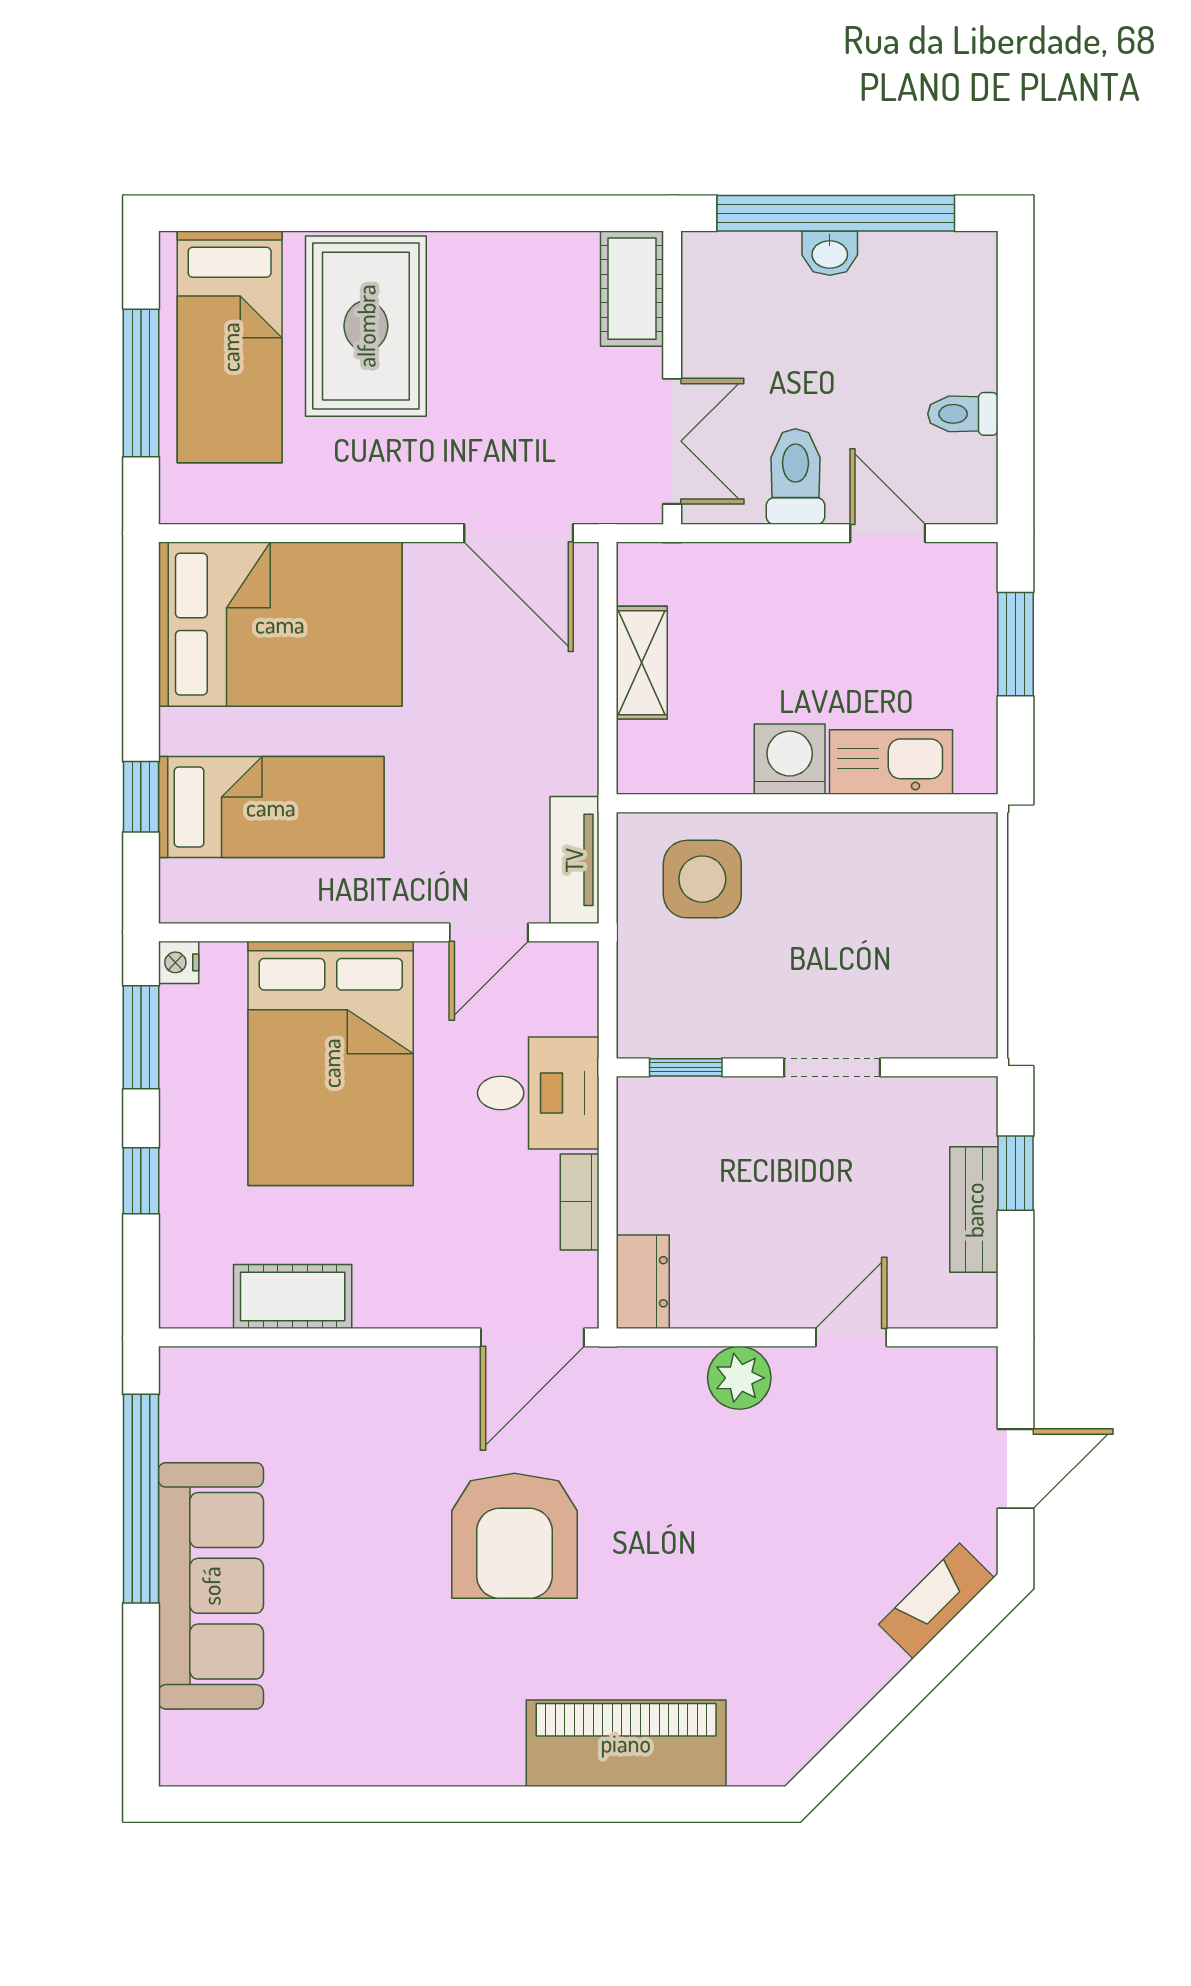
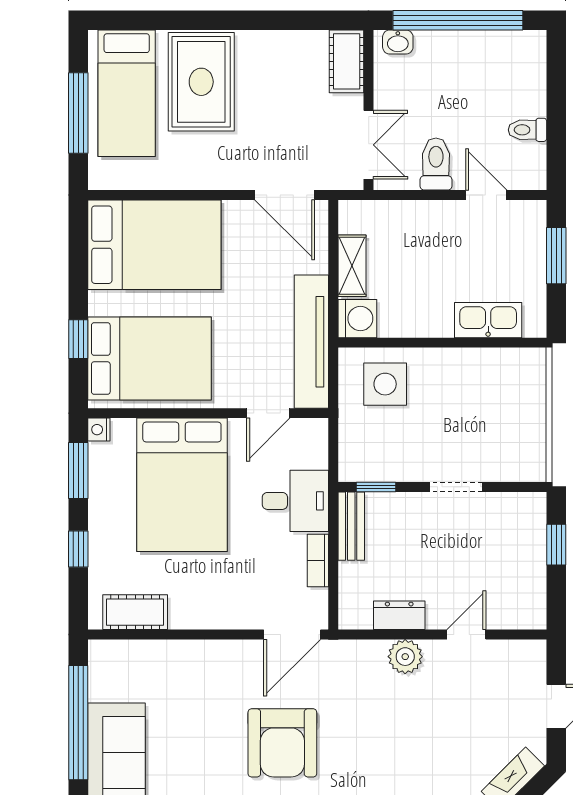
washbasin: (830, 253) -> (398, 42), moved
washing machine: (790, 759) -> (357, 319), moved, turned 90
bed: (271, 807) -> (149, 359), width x1.50
tv unit: (574, 860) -> (311, 342), width x1.92, depth x1.29
bench: (974, 1210) -> (351, 526), moved
dresser: (643, 1282) -> (399, 615), moved, turned -90
cot: (293, 1297) -> (135, 612), moved

